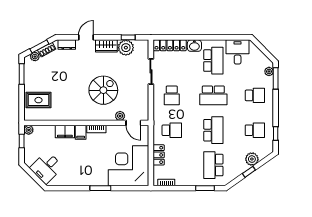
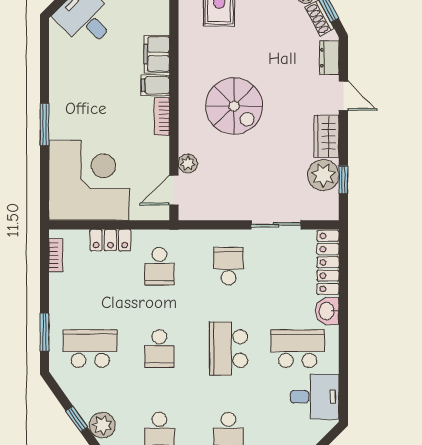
school desk: (213, 61) -> (298, 349), turned 180
spiral stairs: (103, 90) -> (234, 106), moved
school desk: (172, 95) -> (228, 266), turned 90
school desk: (213, 130) -> (159, 349), width x0.54

